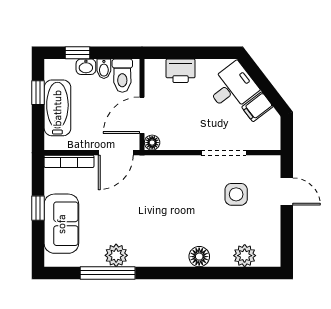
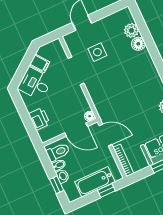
window: (38, 93) -> (106, 190), moved
floor lamp: (199, 257) -> (138, 44), moved

